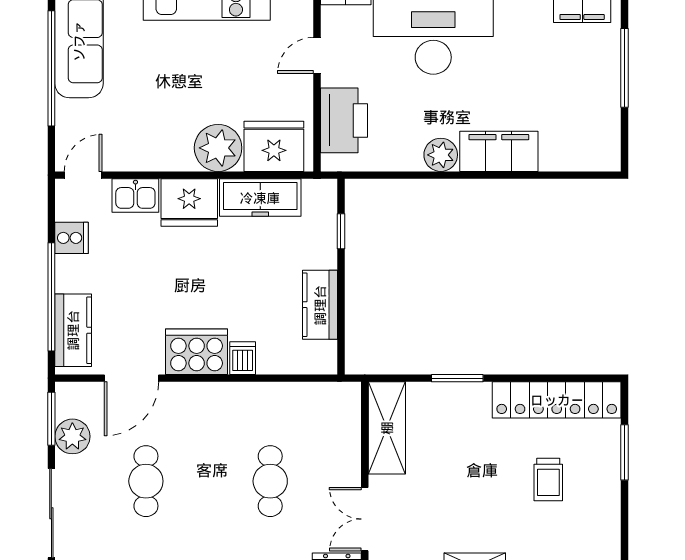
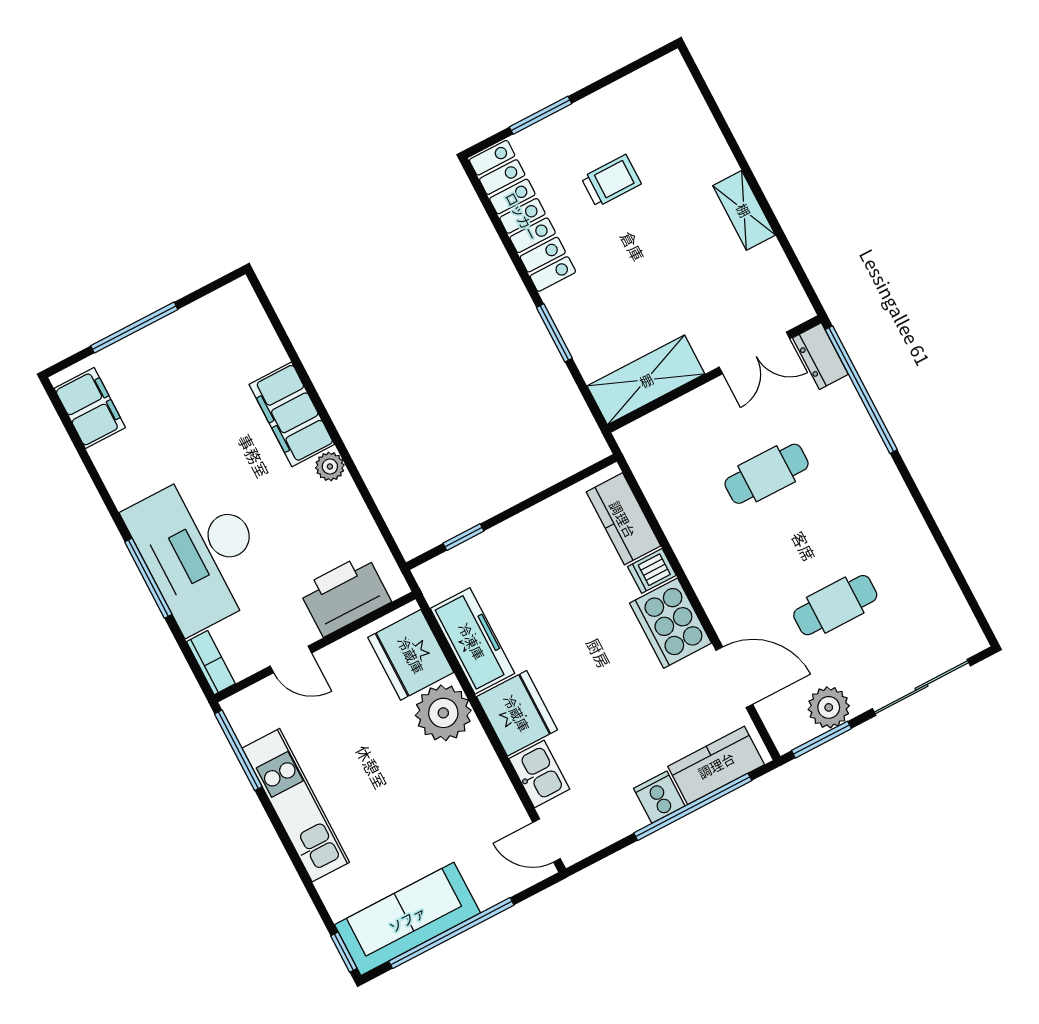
plant: (441, 155) -> (330, 466), width x0.73, depth x0.73
cooker: (72, 238) -> (659, 797), moved
kitchen counter: (320, 305) -> (623, 519), moved, turned 90

